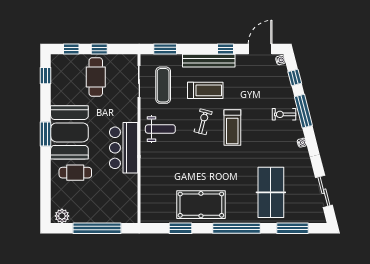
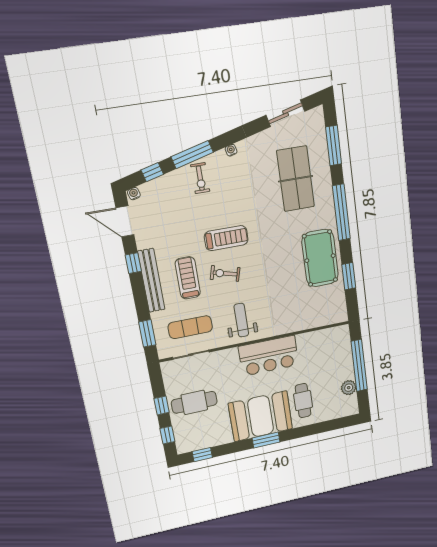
table tennis table: (271, 192) -> (296, 179), turned 90
plant: (62, 216) -> (349, 388), moved

